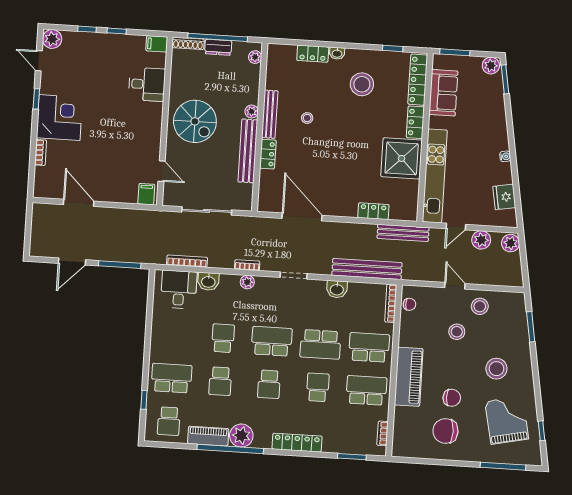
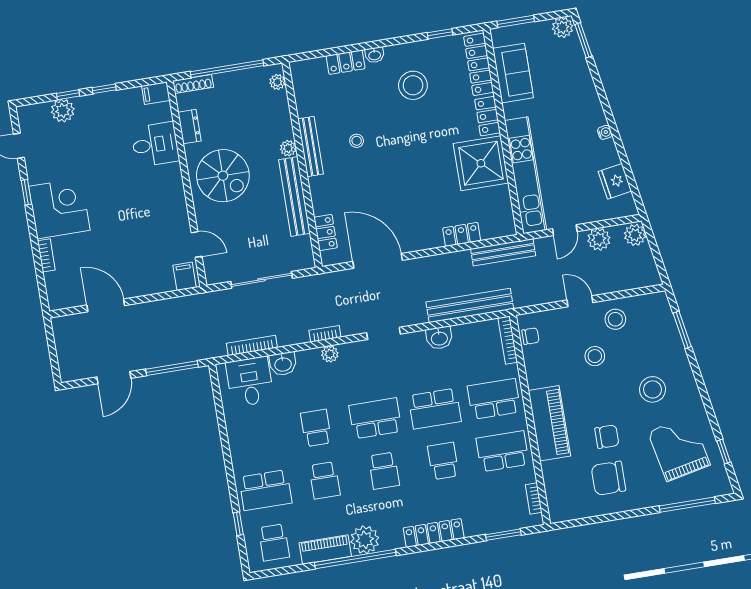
plant: (52, 39) -> (63, 111), moved
dresser: (218, 47) -> (190, 127), moved, turned -90
locker: (268, 154) -> (326, 232), moved
school desk: (172, 378) -> (265, 490), turned 180

